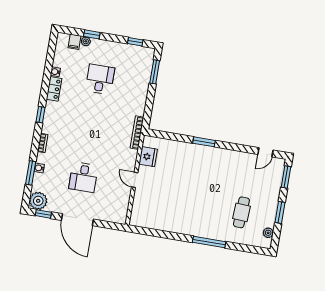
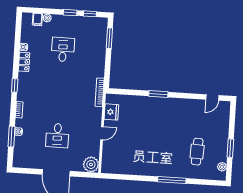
window: (92, 34) -> (70, 13), moved
window: (286, 177) -> (232, 117), removed
door: (135, 180) -> (102, 133), swing flipped
plant: (38, 201) -> (91, 164), moved
window: (43, 214) -> (26, 171), removed

